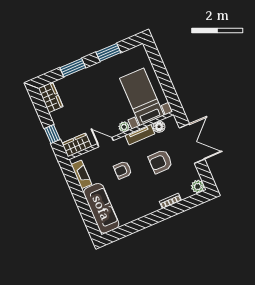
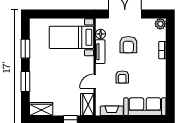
plant: (124, 127) -> (89, 61), removed

